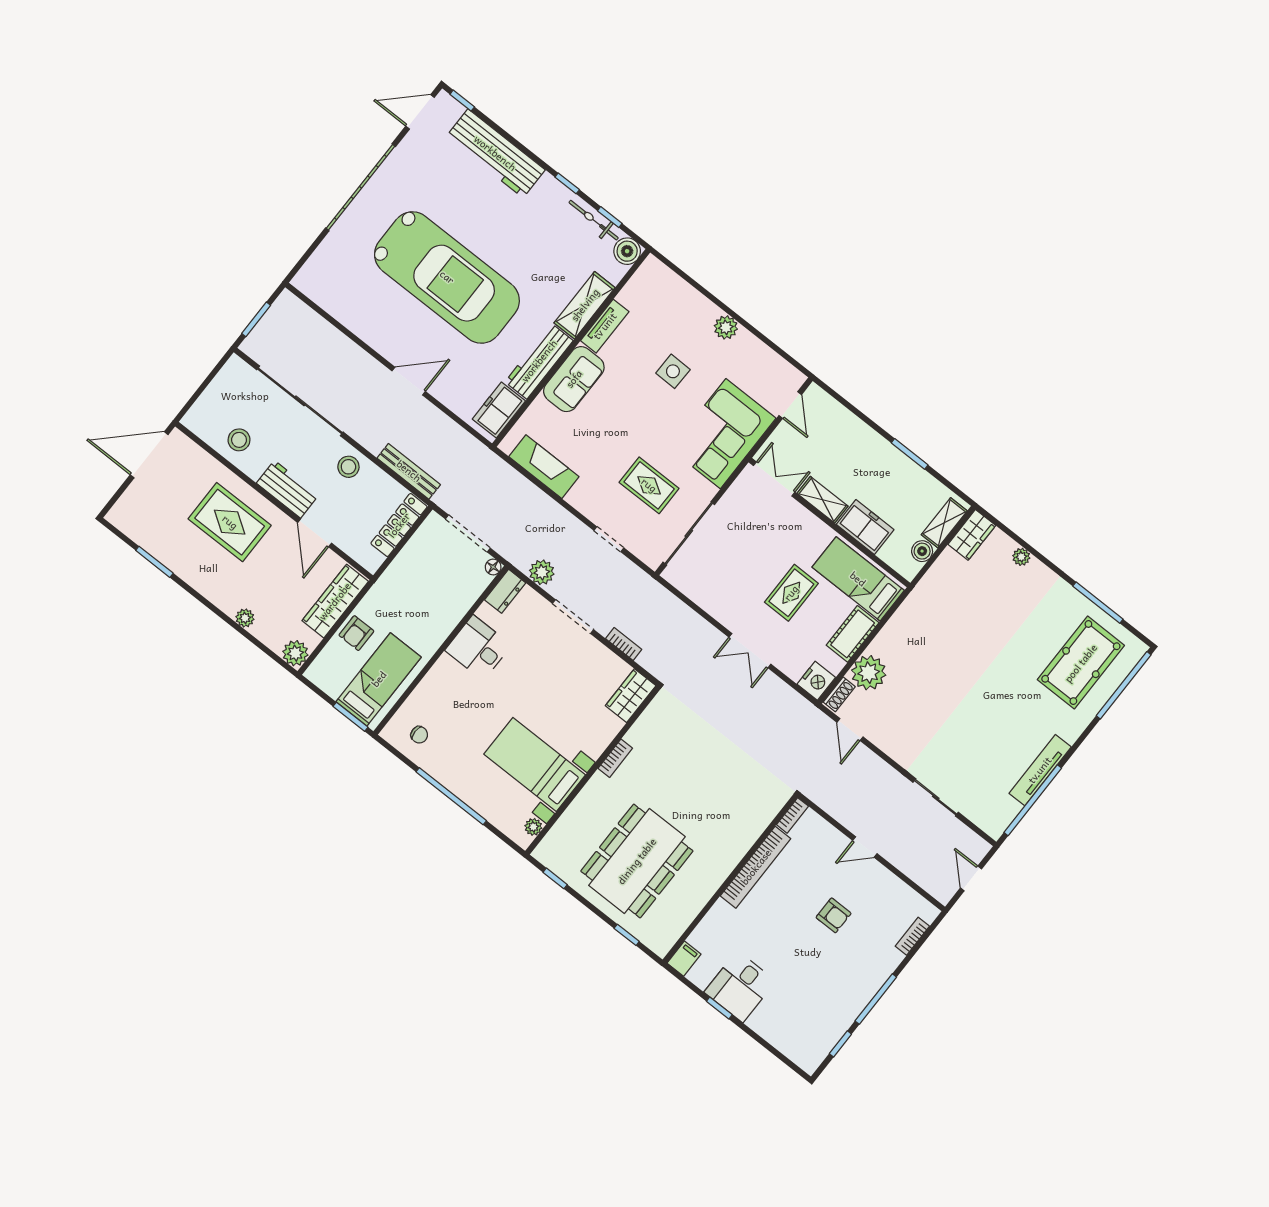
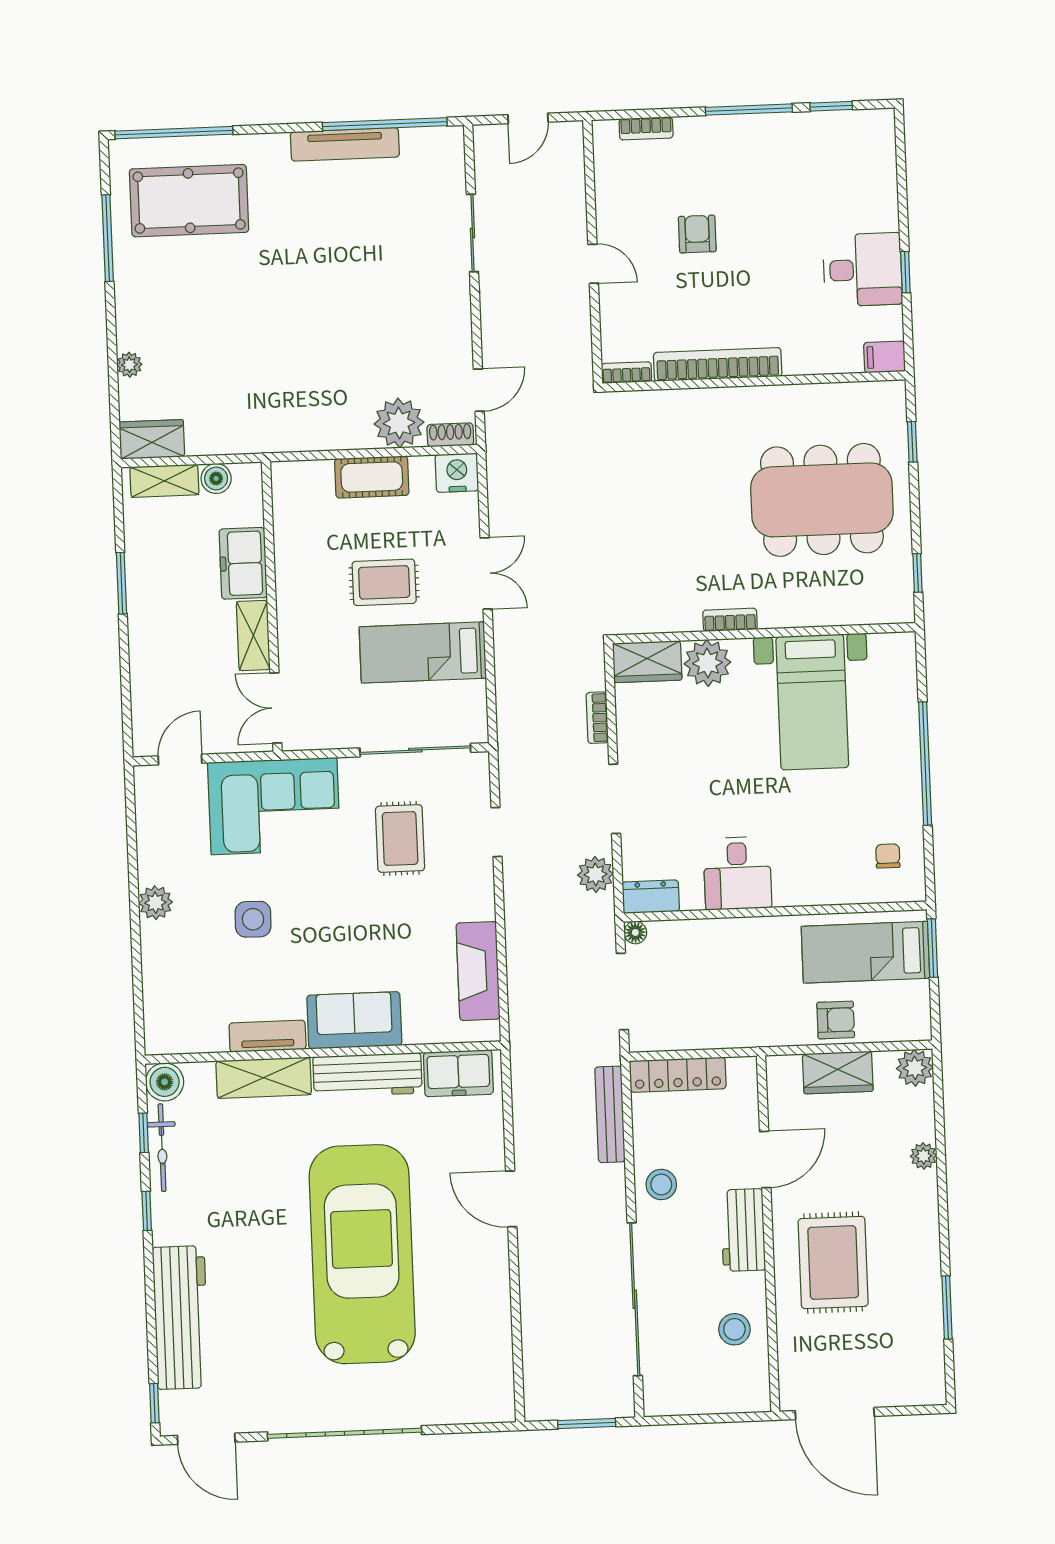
bed: (858, 579) -> (423, 652), moved, turned 90
wardrobe: (335, 601) -> (838, 1072), width x0.67
plant: (533, 827) -> (707, 663), moved, width x1.87, depth x1.87

